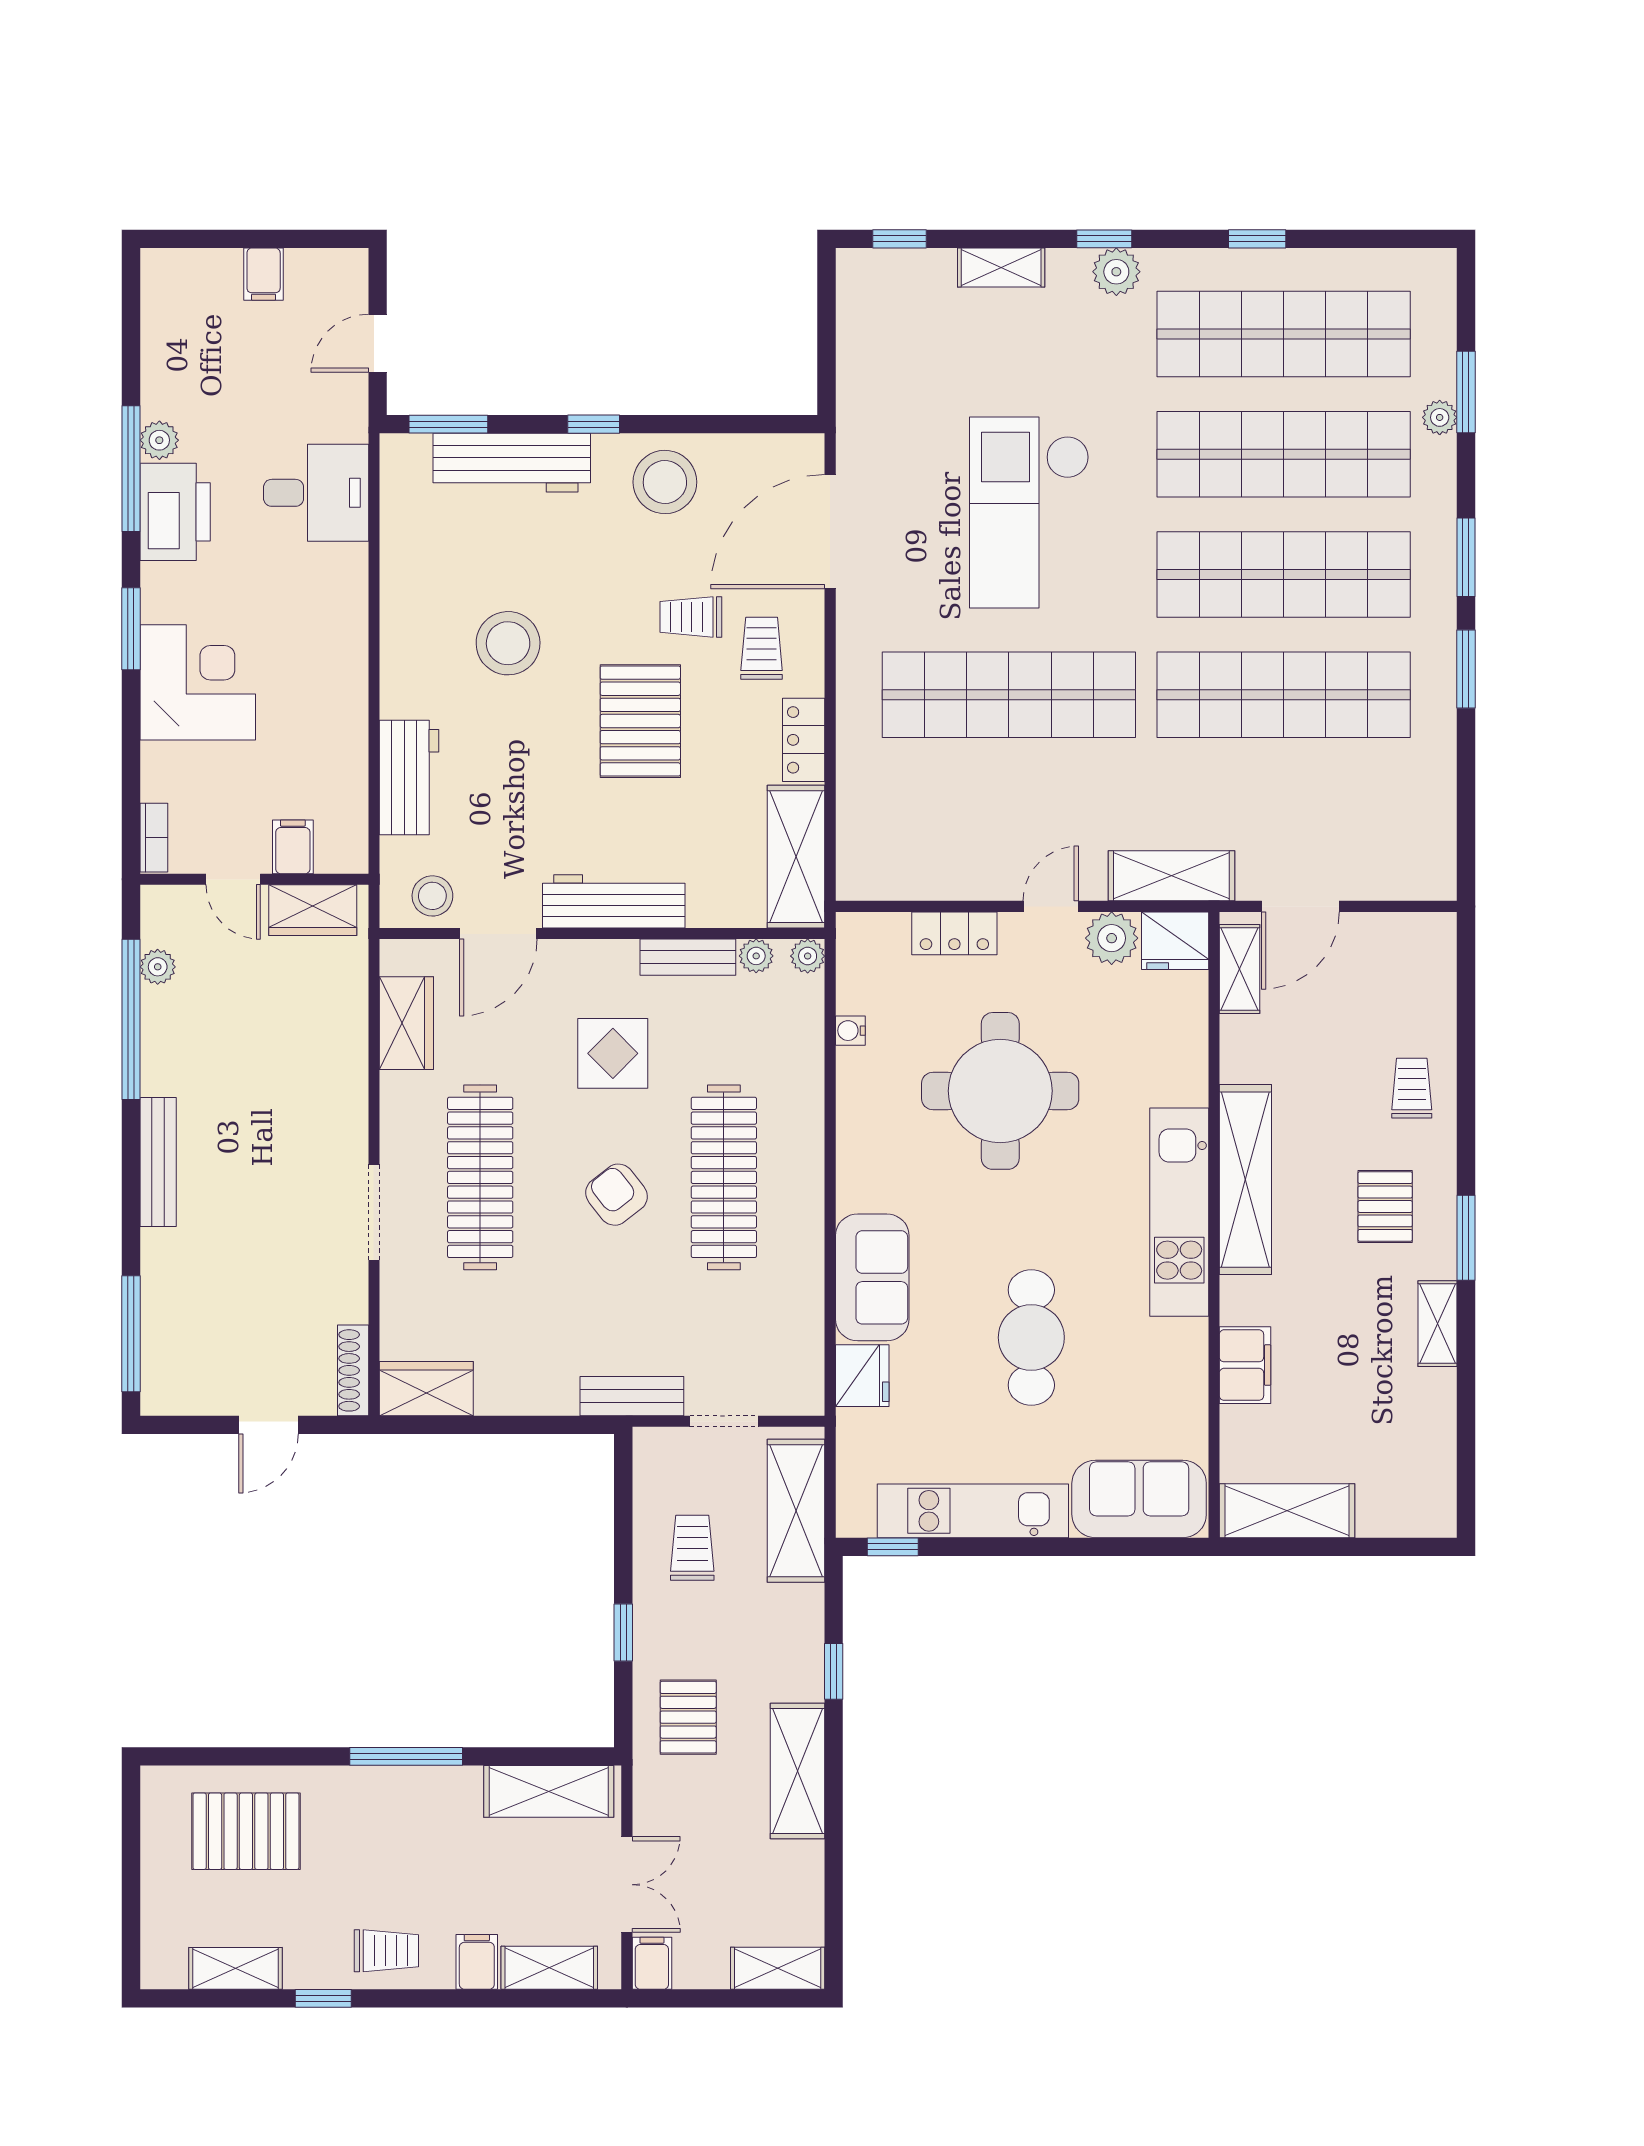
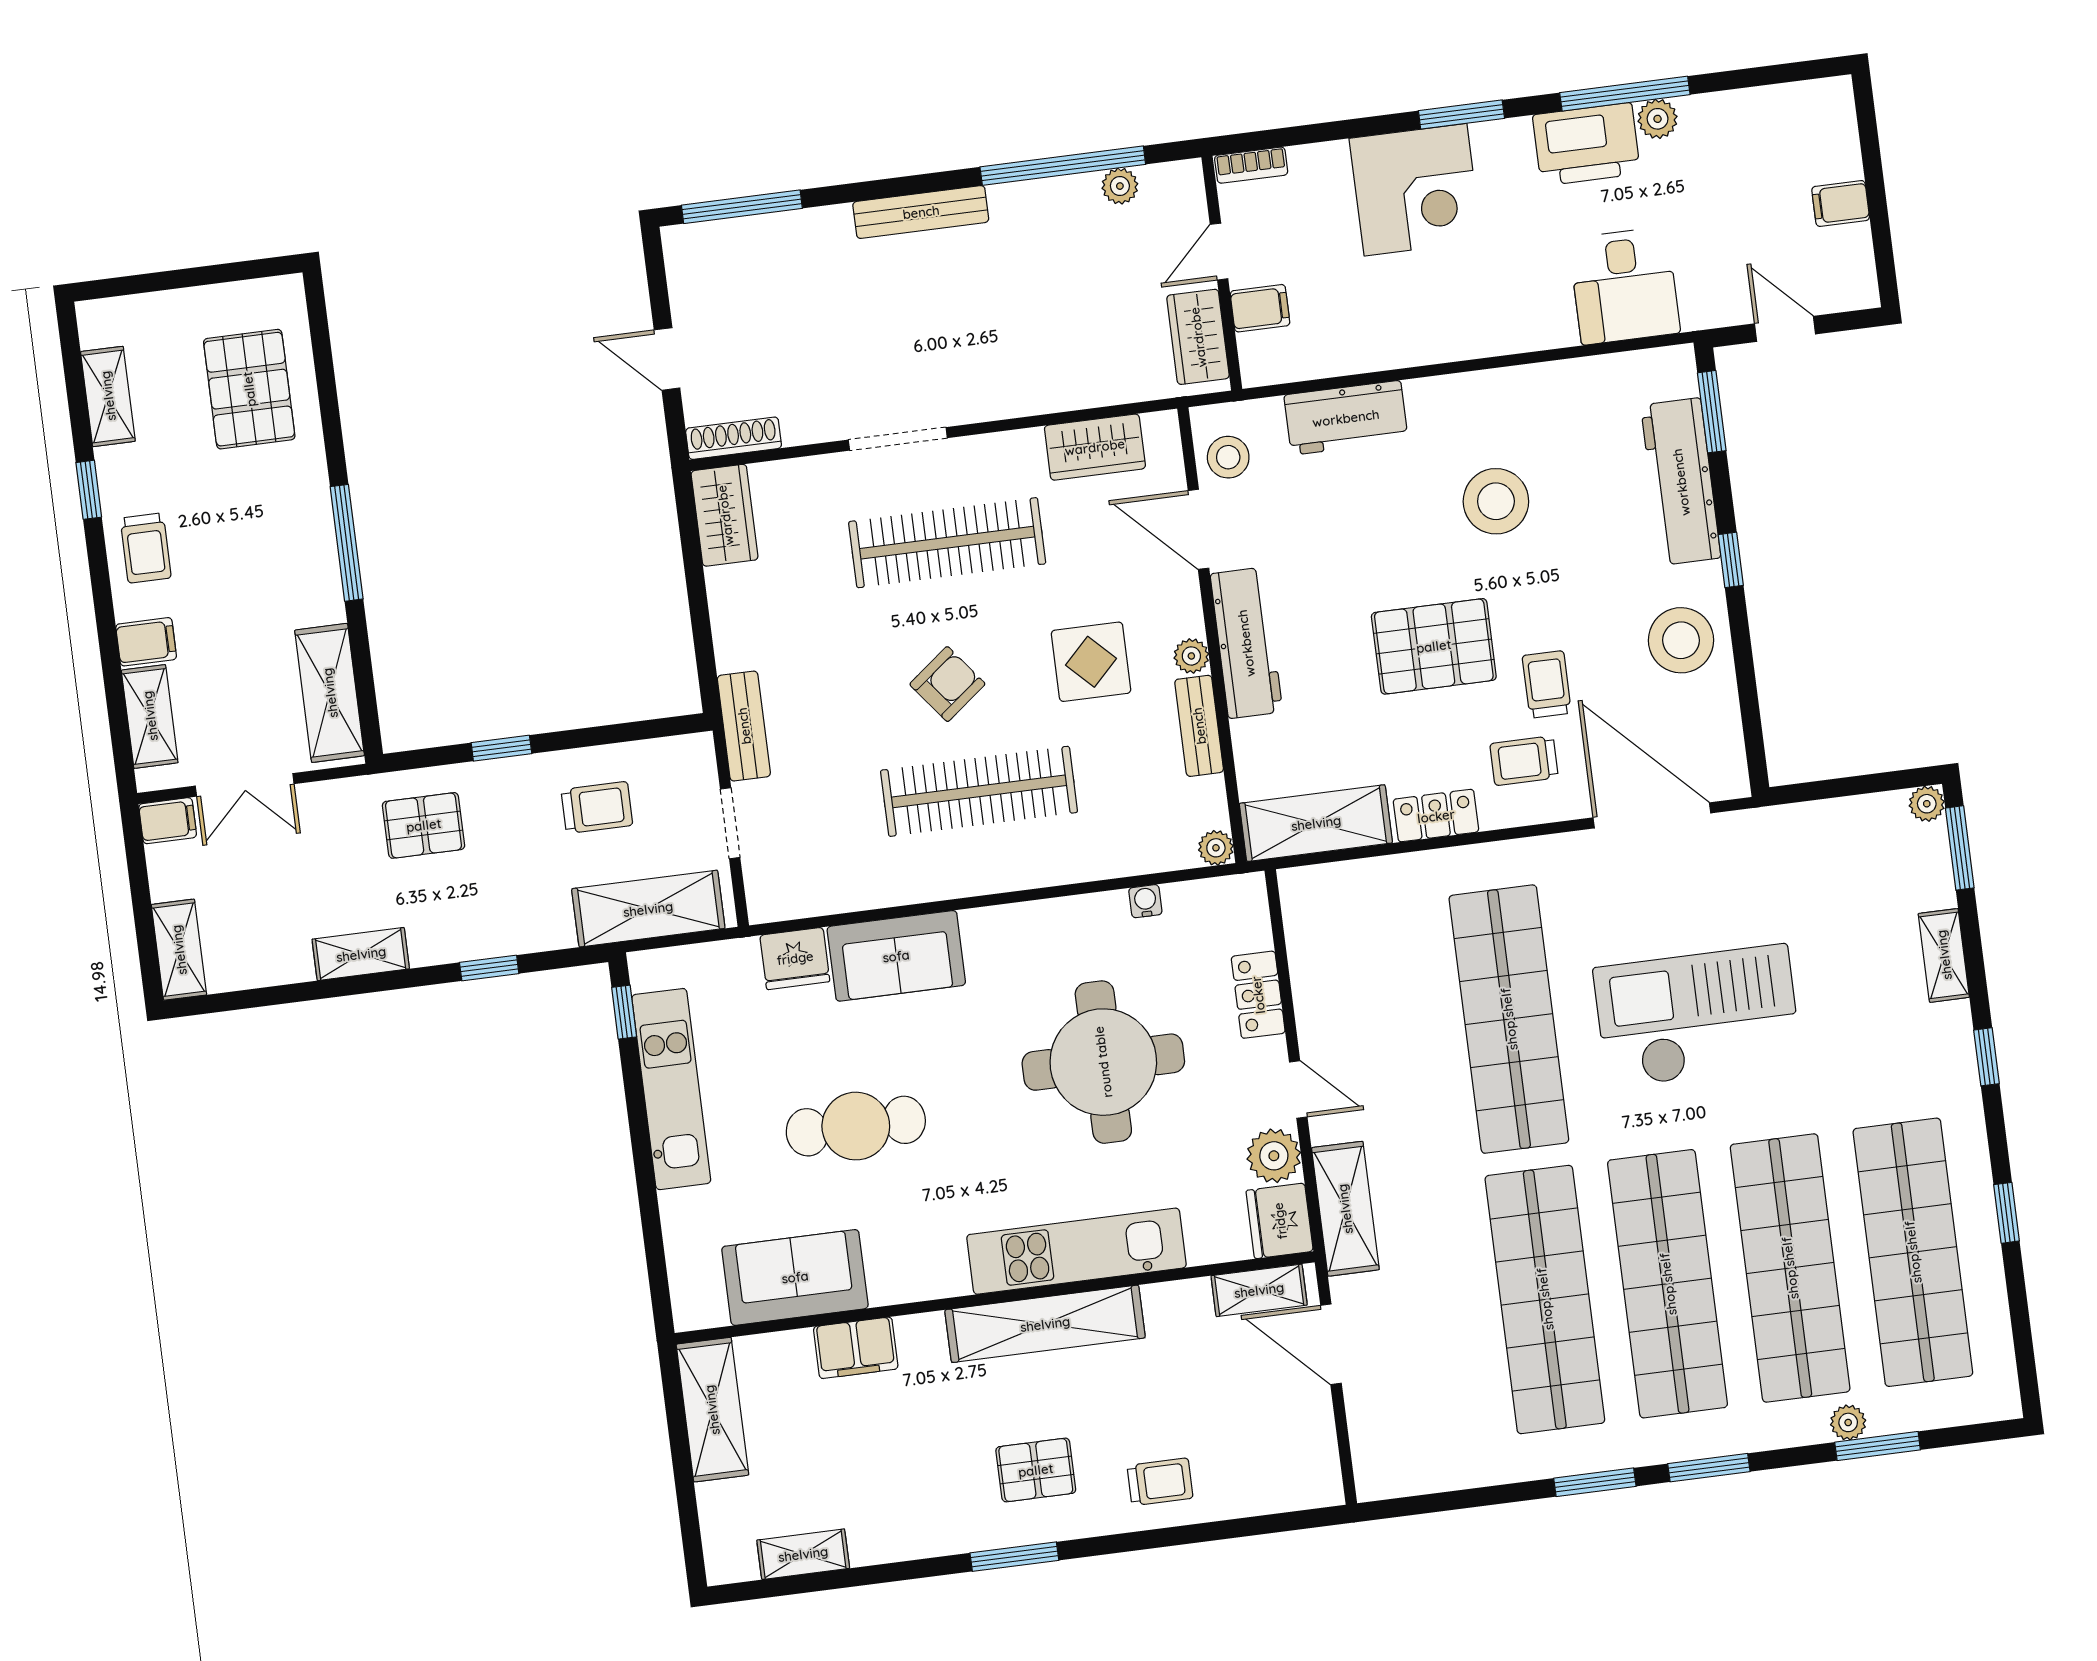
window: (900, 239) -> (1960, 848), width x1.50
plant: (1116, 272) -> (1927, 804), moved, width x0.73, depth x0.73
trolley: (762, 648) -> (1524, 761), turned 180
plant: (756, 956) -> (1191, 656), moved
kitchen unit: (1179, 1212) -> (1076, 1251), moved
shelving: (1438, 1324) -> (803, 1554), moved
sofa: (1139, 1499) -> (795, 1277), moved, turned -90
shelving: (798, 1771) -> (361, 954), width x0.67, depth x0.75

